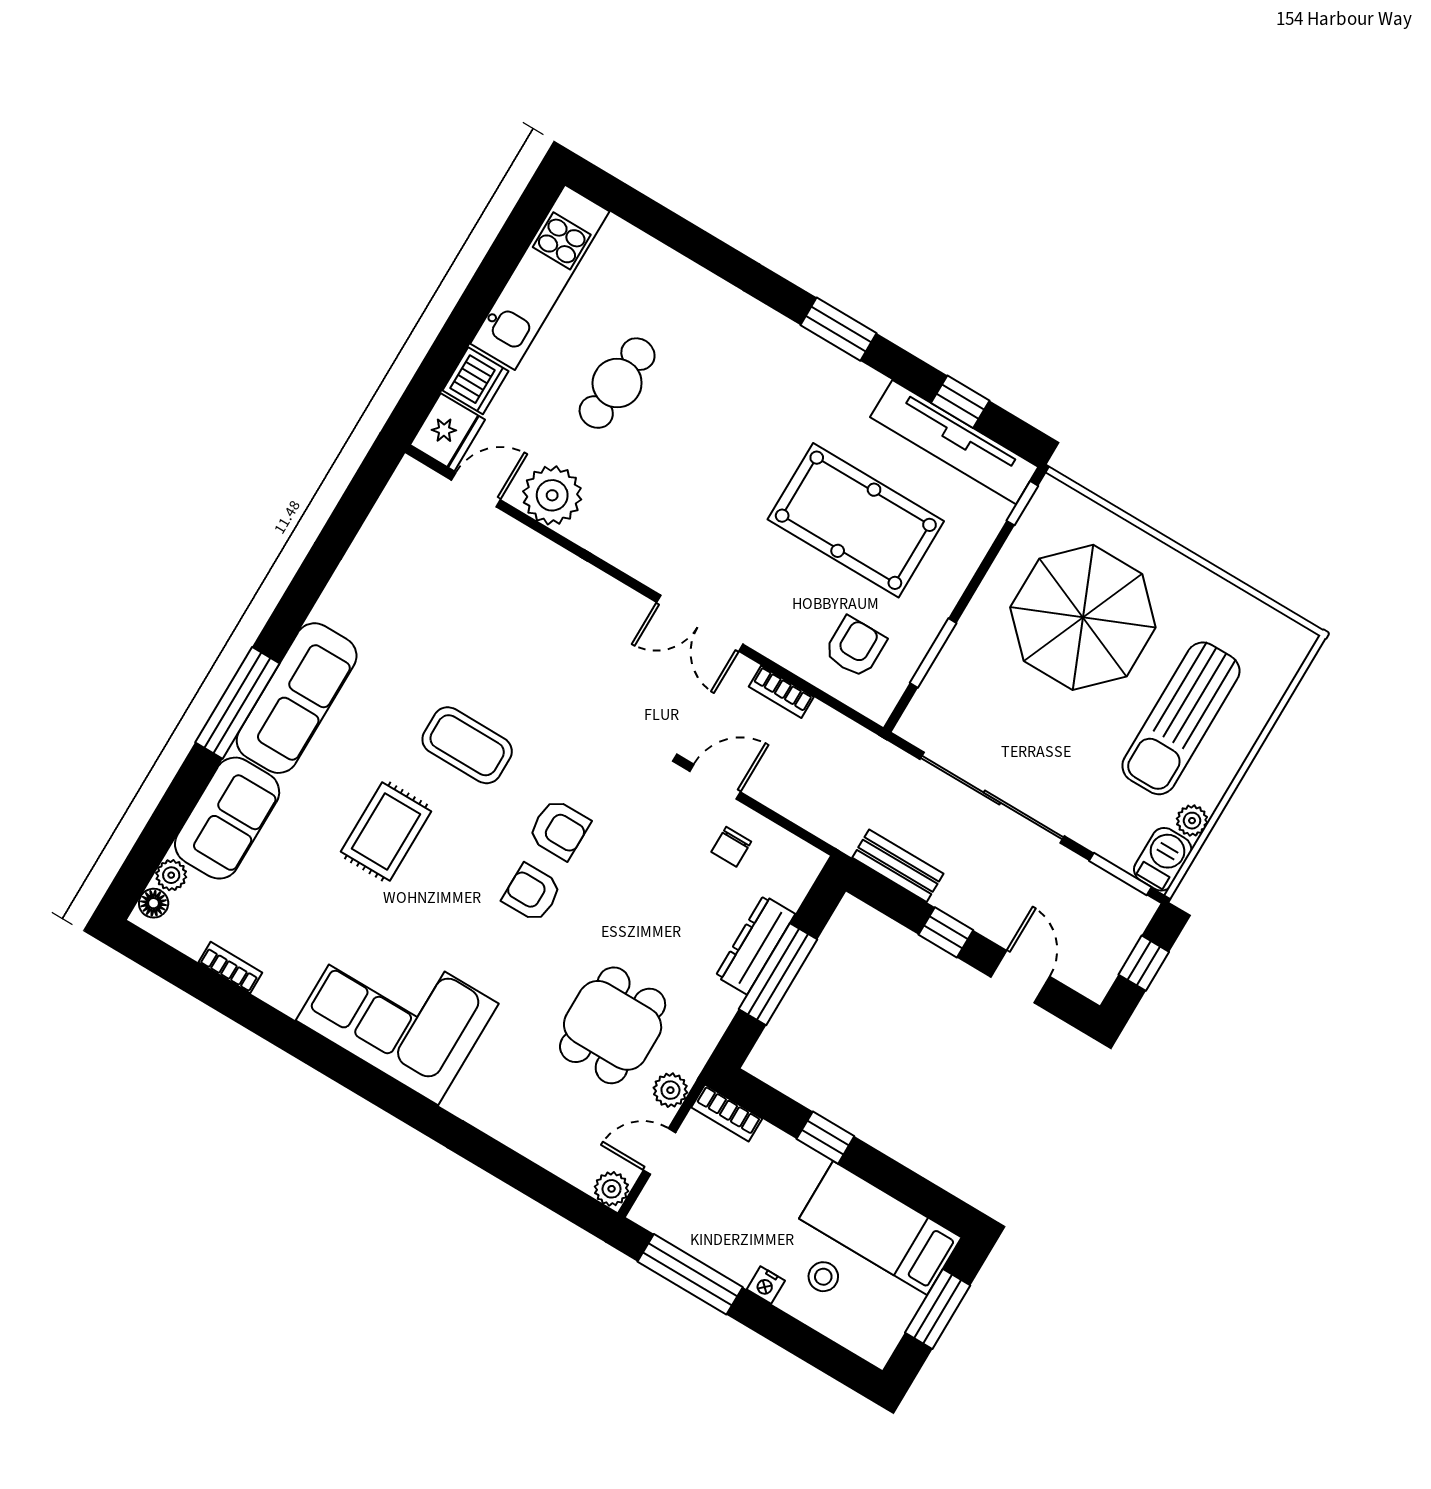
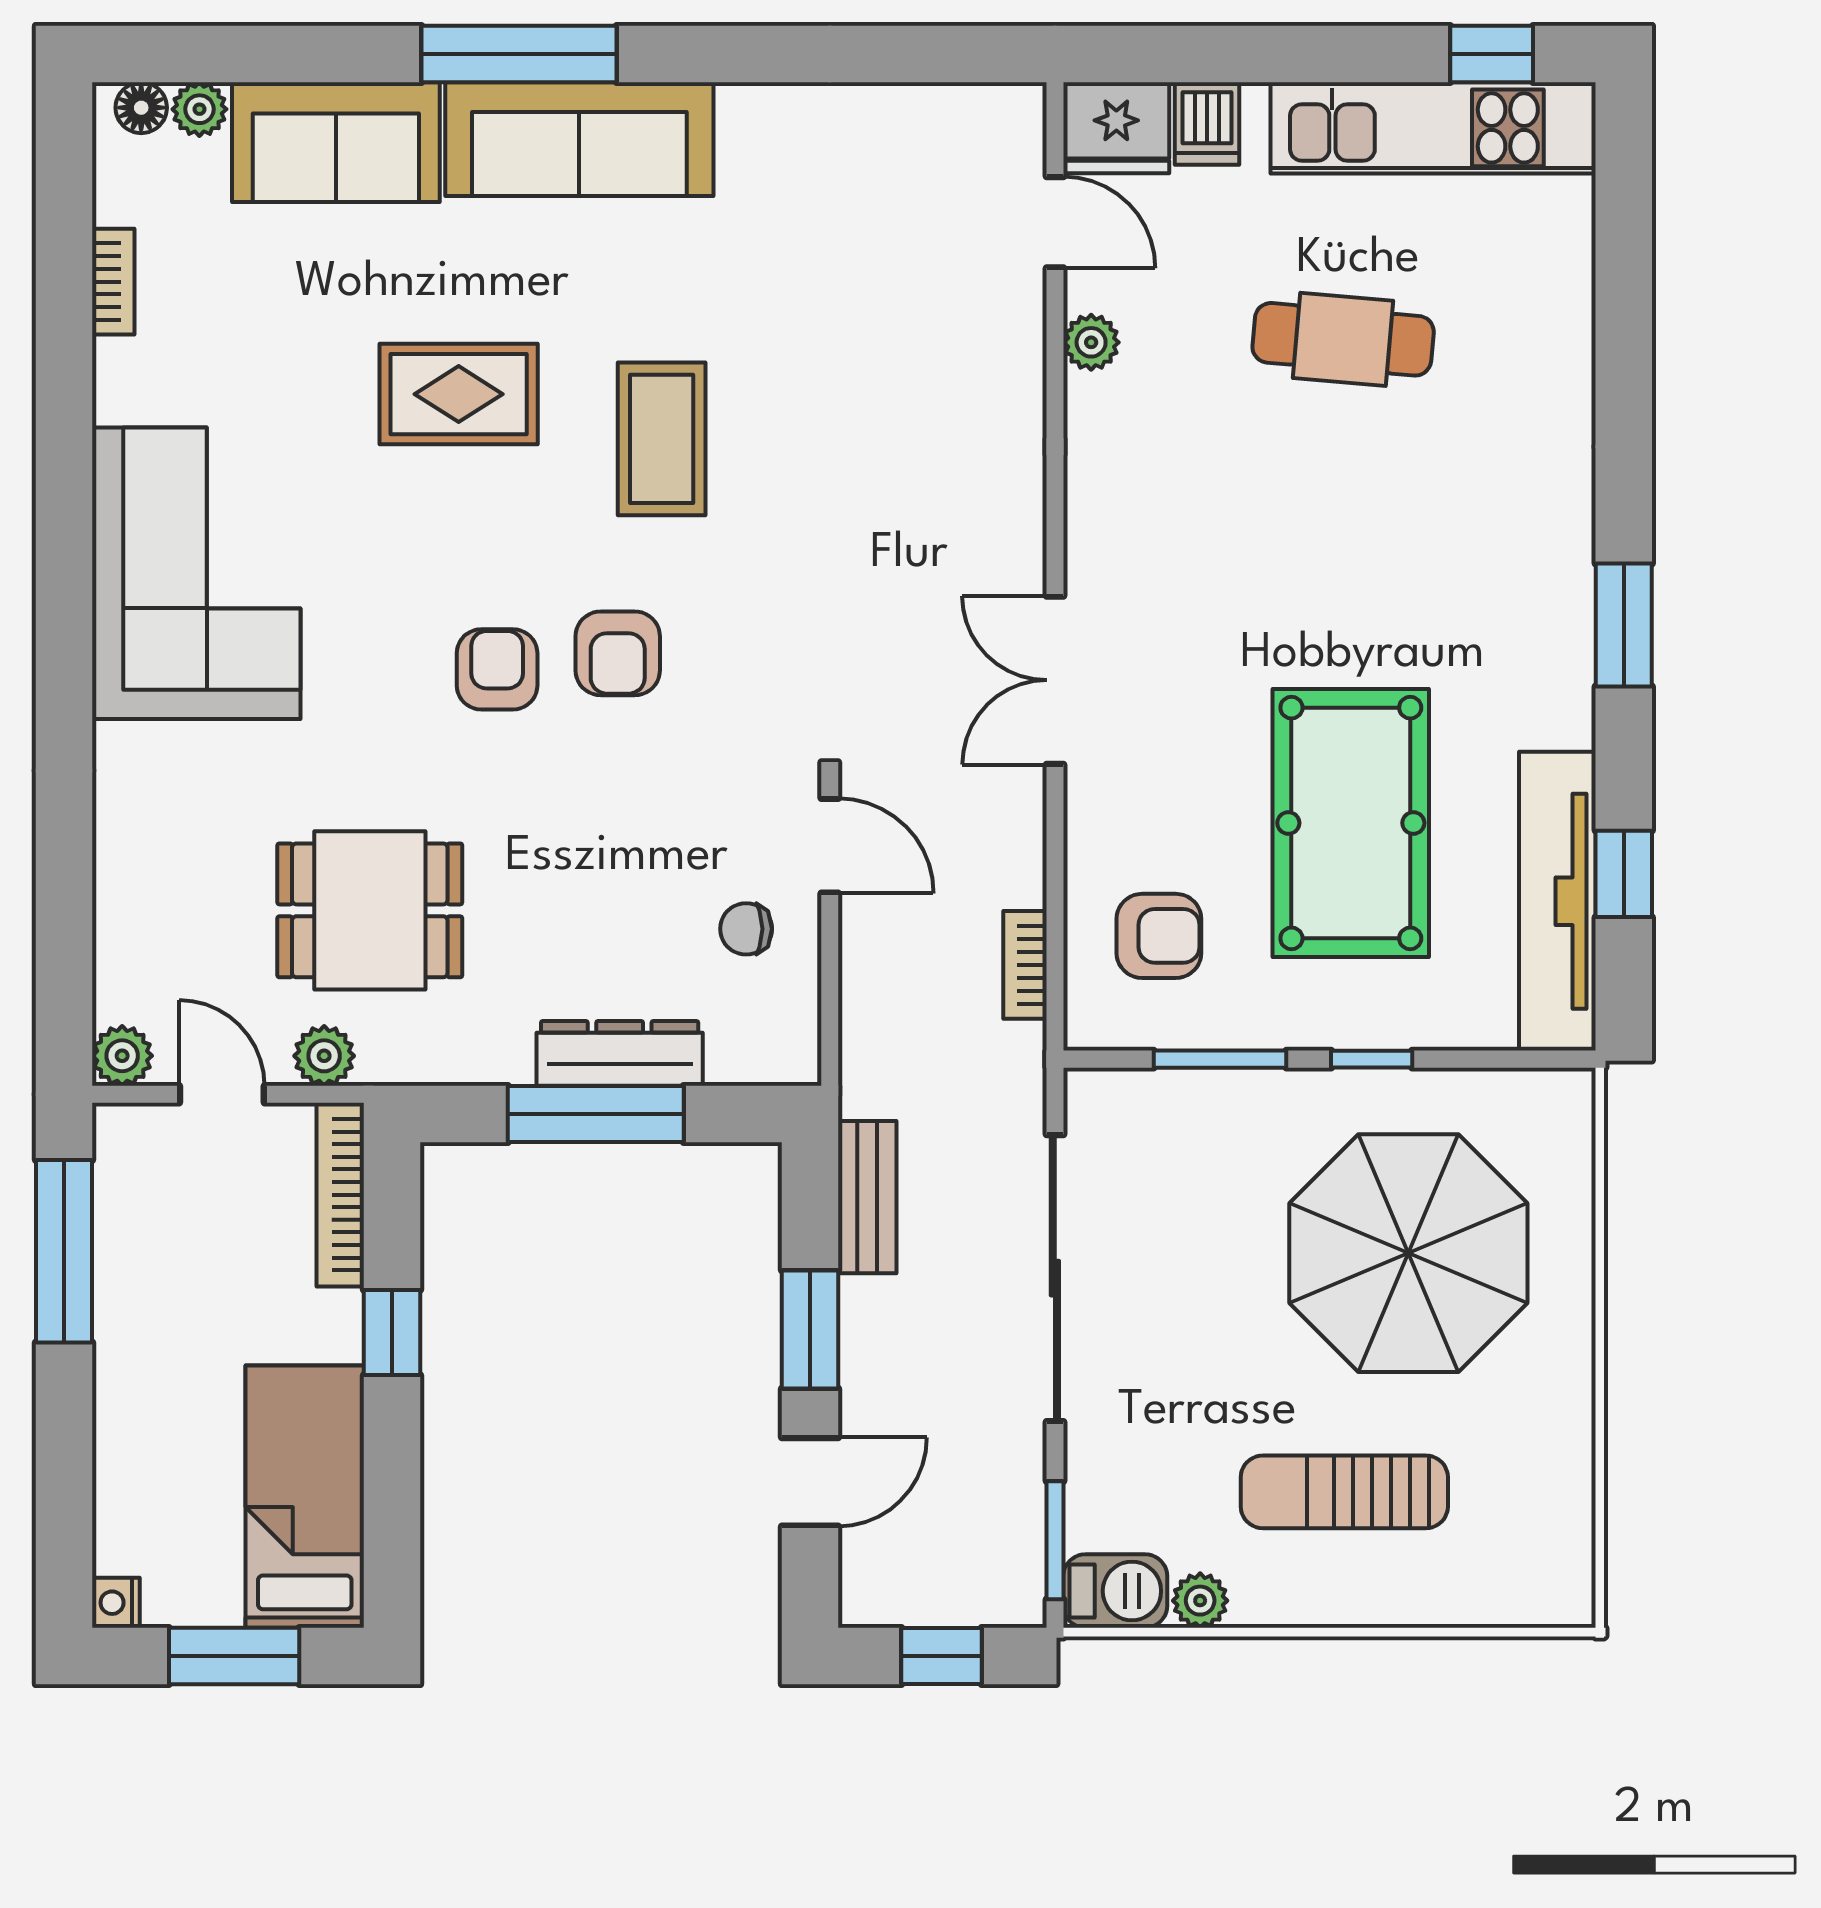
window: (521, 227) -> (1492, 54), added
dishwasher: (475, 381) -> (1207, 124), width x0.73
plant: (552, 495) -> (1091, 342), width x0.53, depth x0.53
window: (1022, 503) -> (1372, 1059), moved
bookcase: (781, 692) -> (1025, 965), moved
sun lounger: (1181, 718) -> (1344, 1492), width x0.73, depth x0.75
window: (946, 932) -> (810, 1330), width x1.50
bookcase: (727, 1113) -> (340, 1195), width x1.56
stool: (823, 1277) -> (180, 1454), removed
nightstand: (766, 1285) -> (116, 1603), moved

